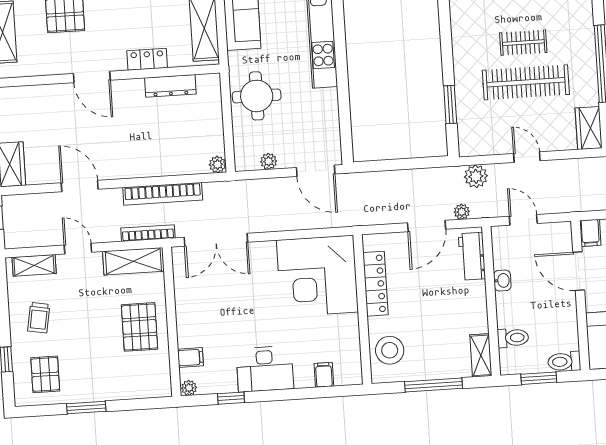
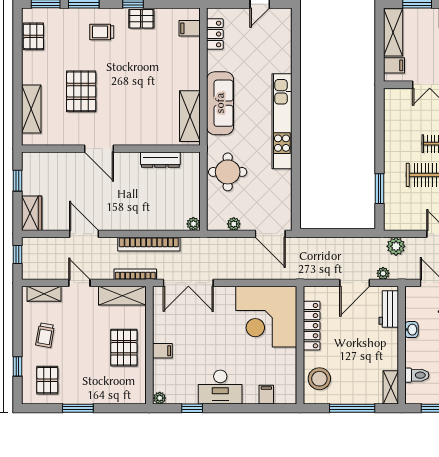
locker: (147, 59) -> (143, 138), removed
filing cabinet: (190, 358) -> (162, 351), moved

